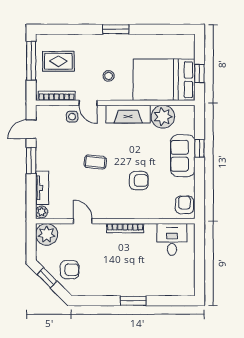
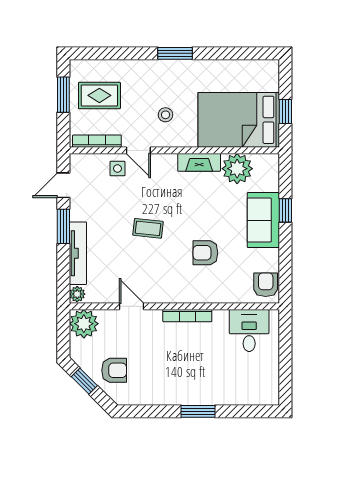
window: (31, 61) -> (63, 95), width x0.69
fireplace: (128, 114) -> (199, 162), width x0.73, depth x0.76
armchair: (139, 181) -> (205, 253), turned 180
tv unit: (42, 188) -> (78, 253), width x1.41

